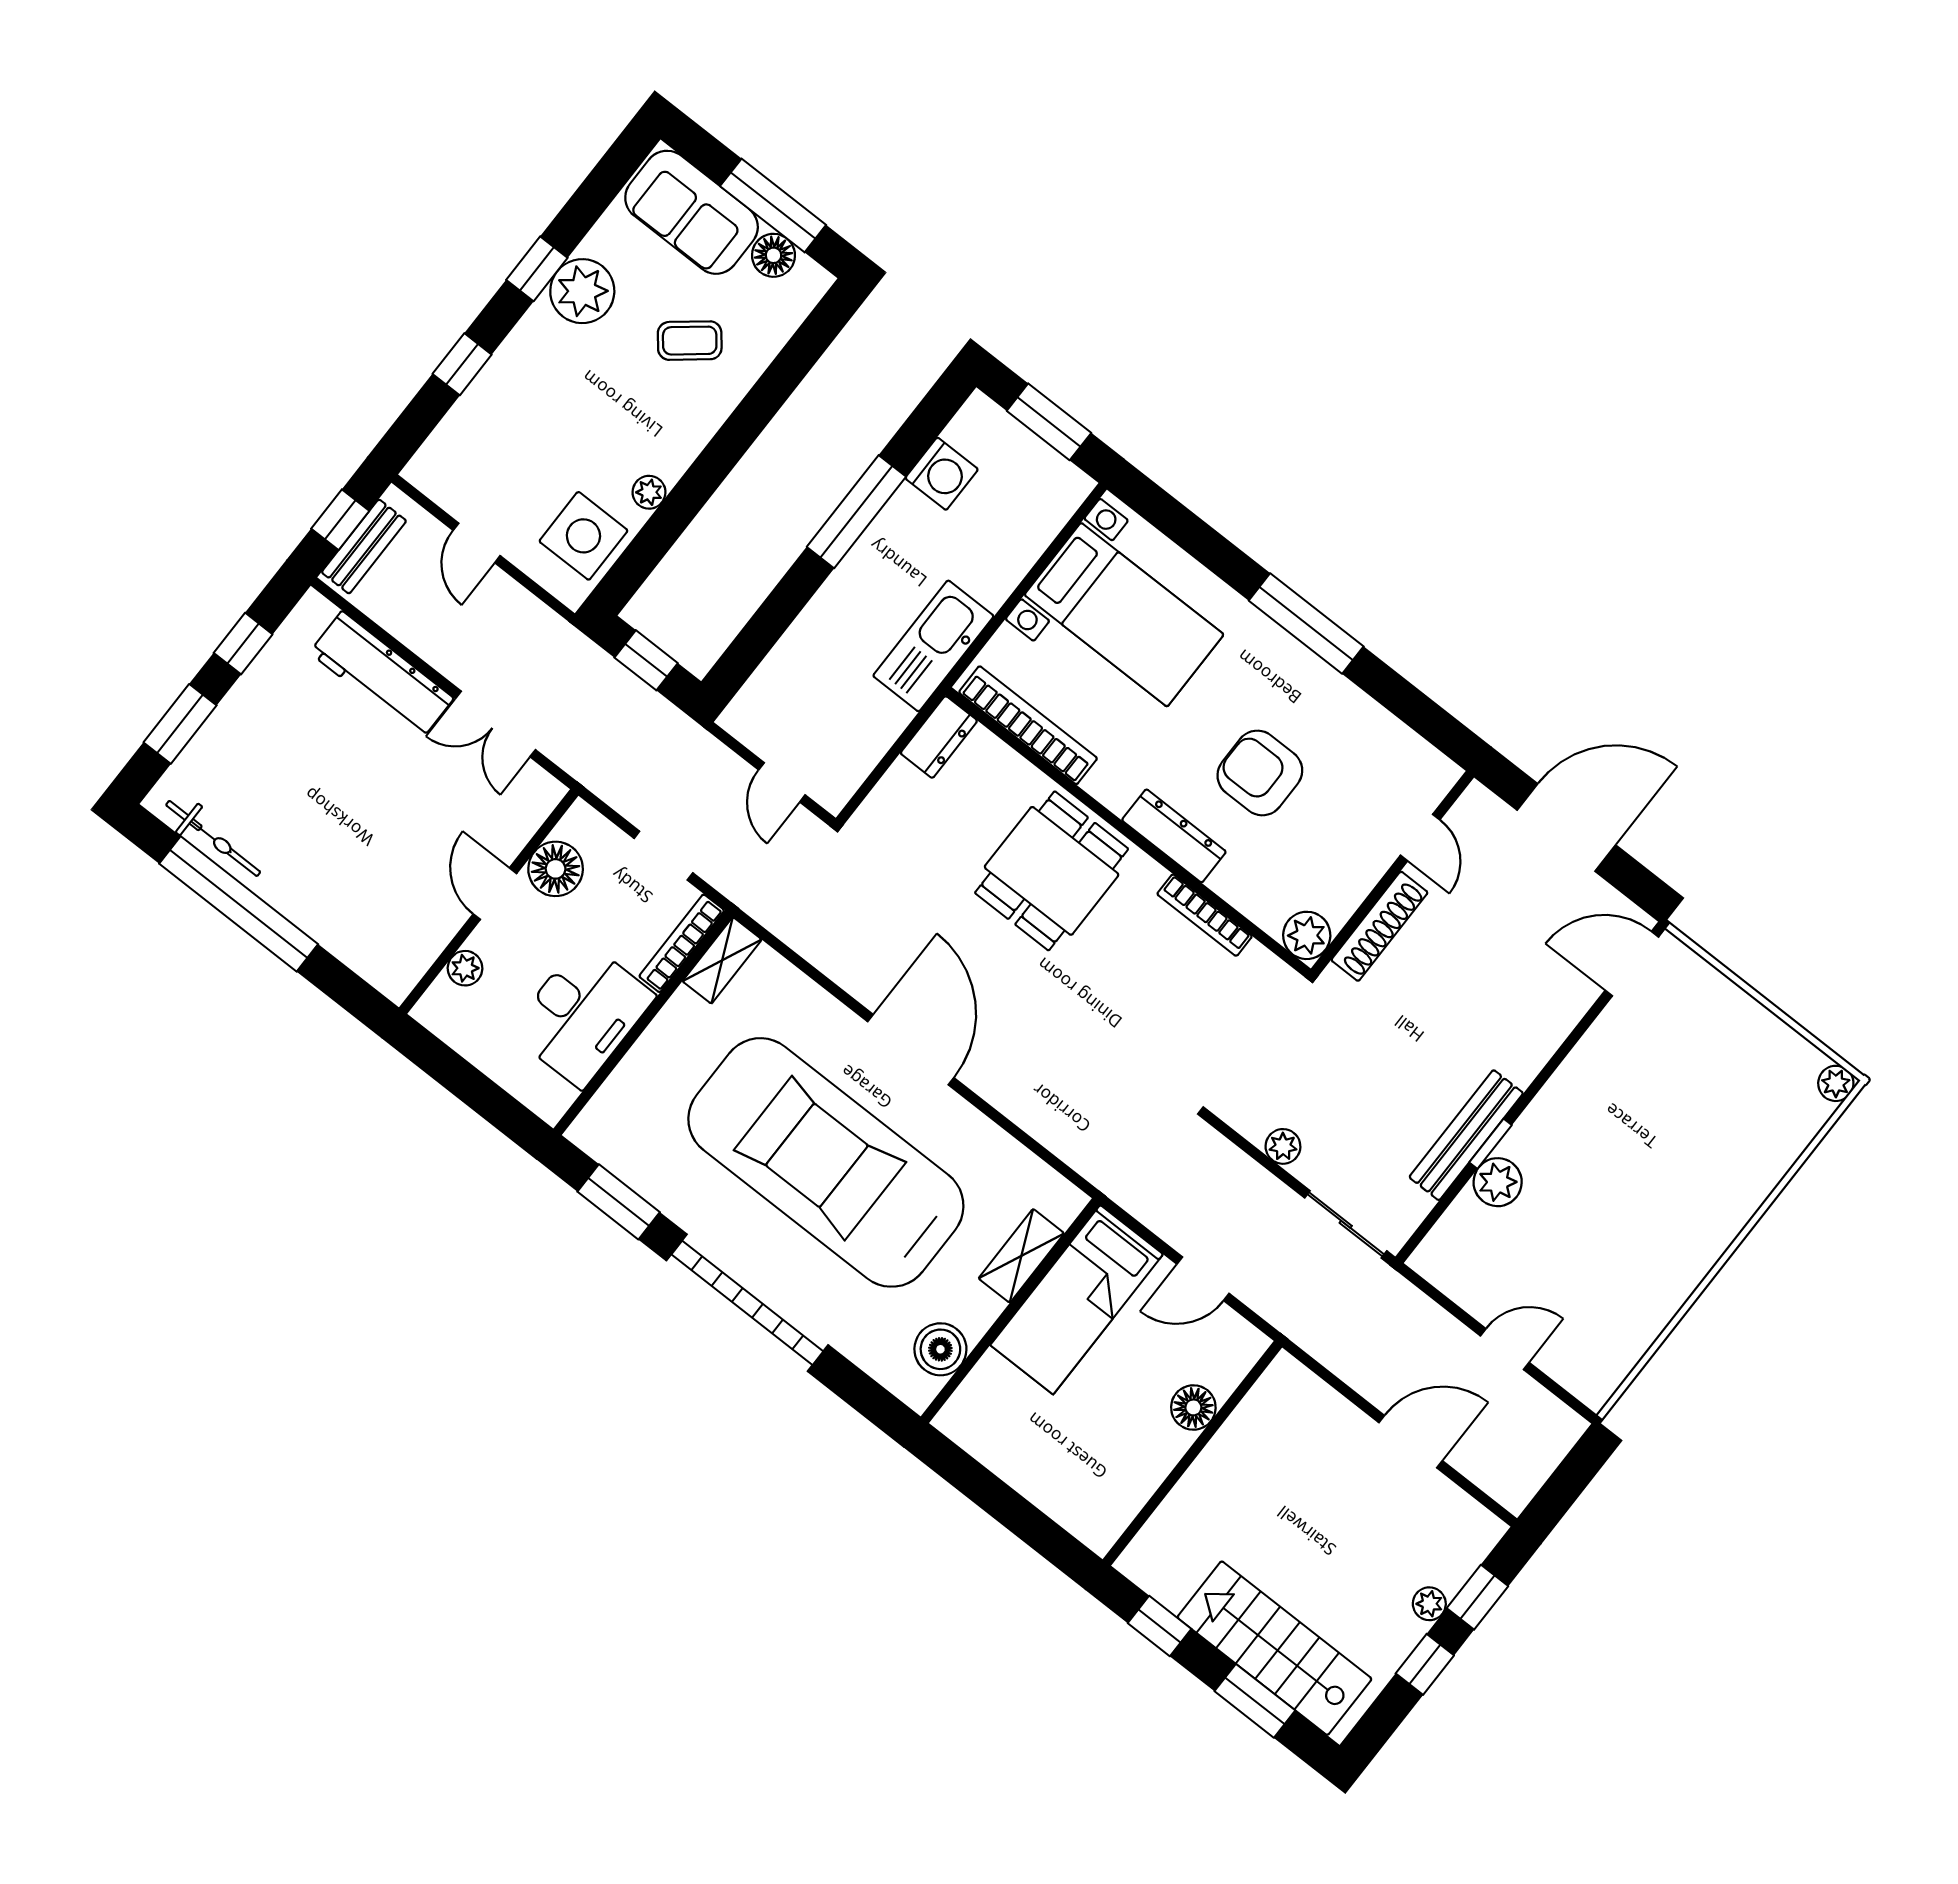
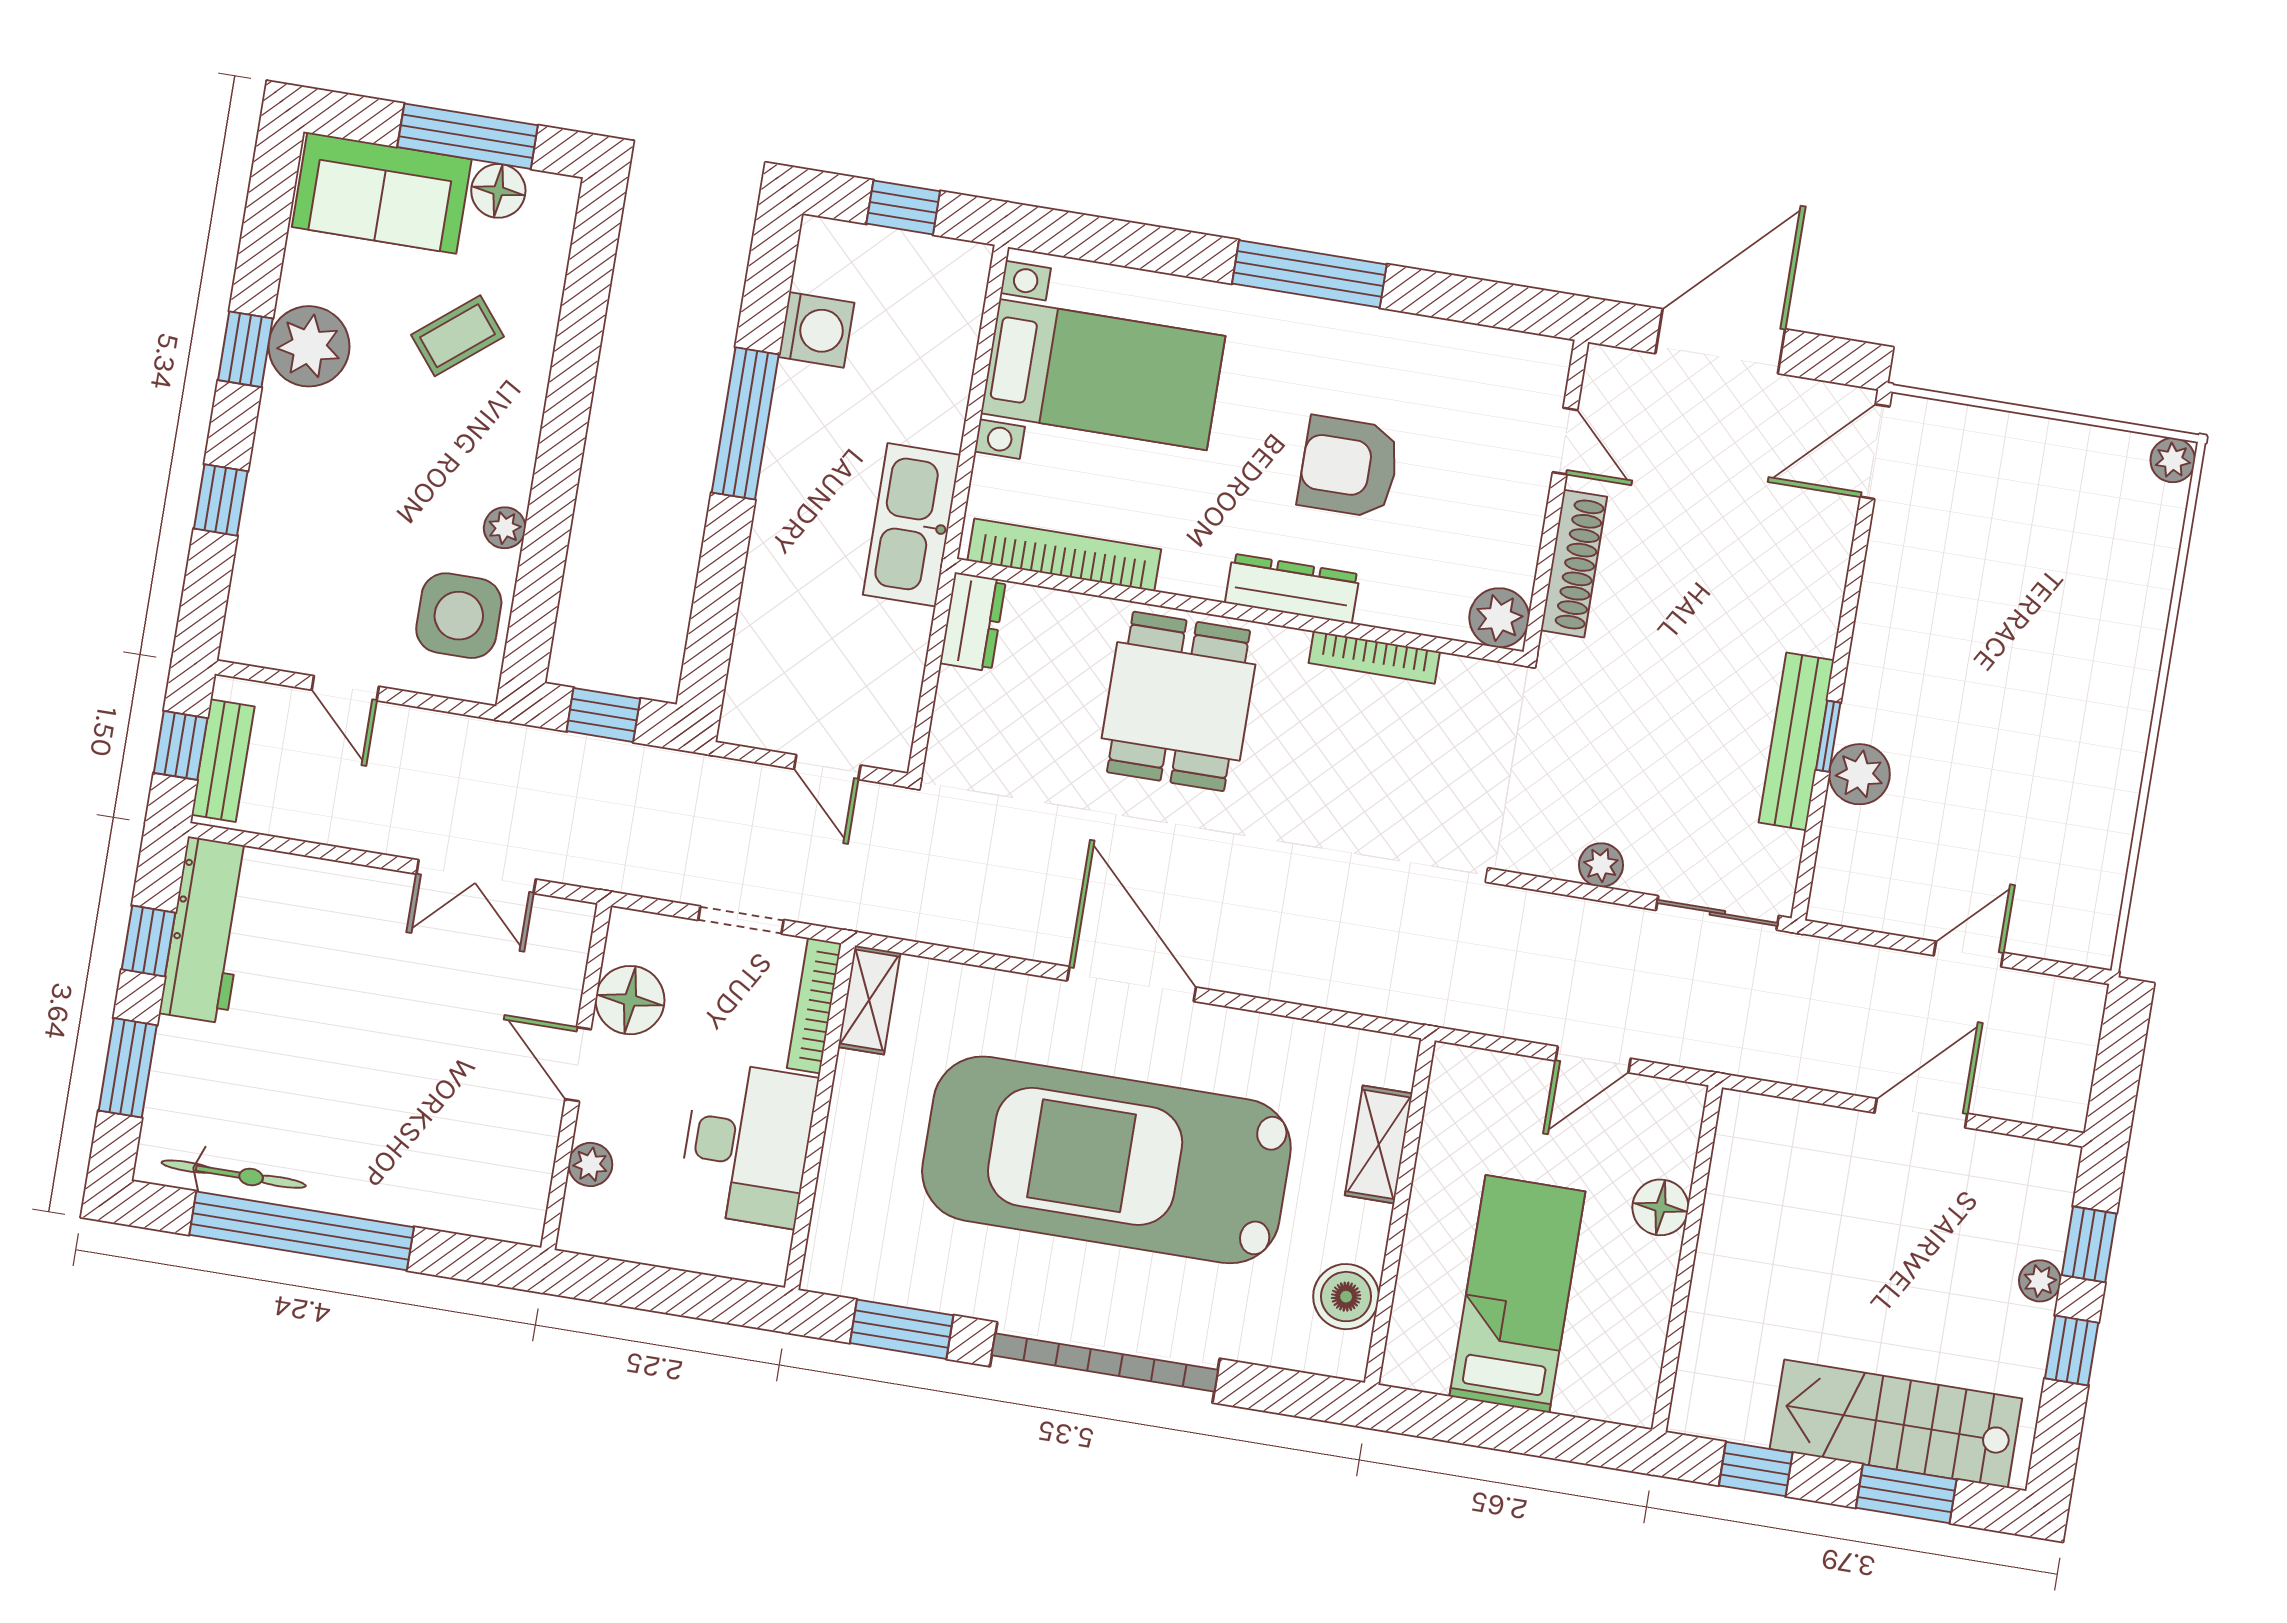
window: (1049, 422) -> (903, 207), width x0.67
workbench: (382, 675) -> (207, 930), moved, turned -90
bed: (1077, 1300) -> (1517, 1294), moved, turned 180

